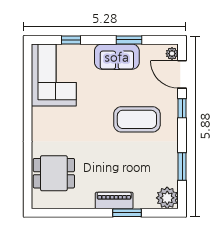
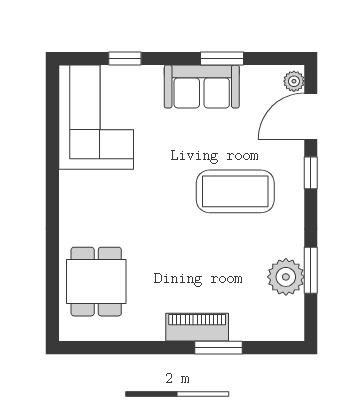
door: (182, 74) -> (311, 116), hinge flipped
dining table: (54, 173) -> (96, 282), turned 90
plant: (167, 198) -> (286, 277), moved

